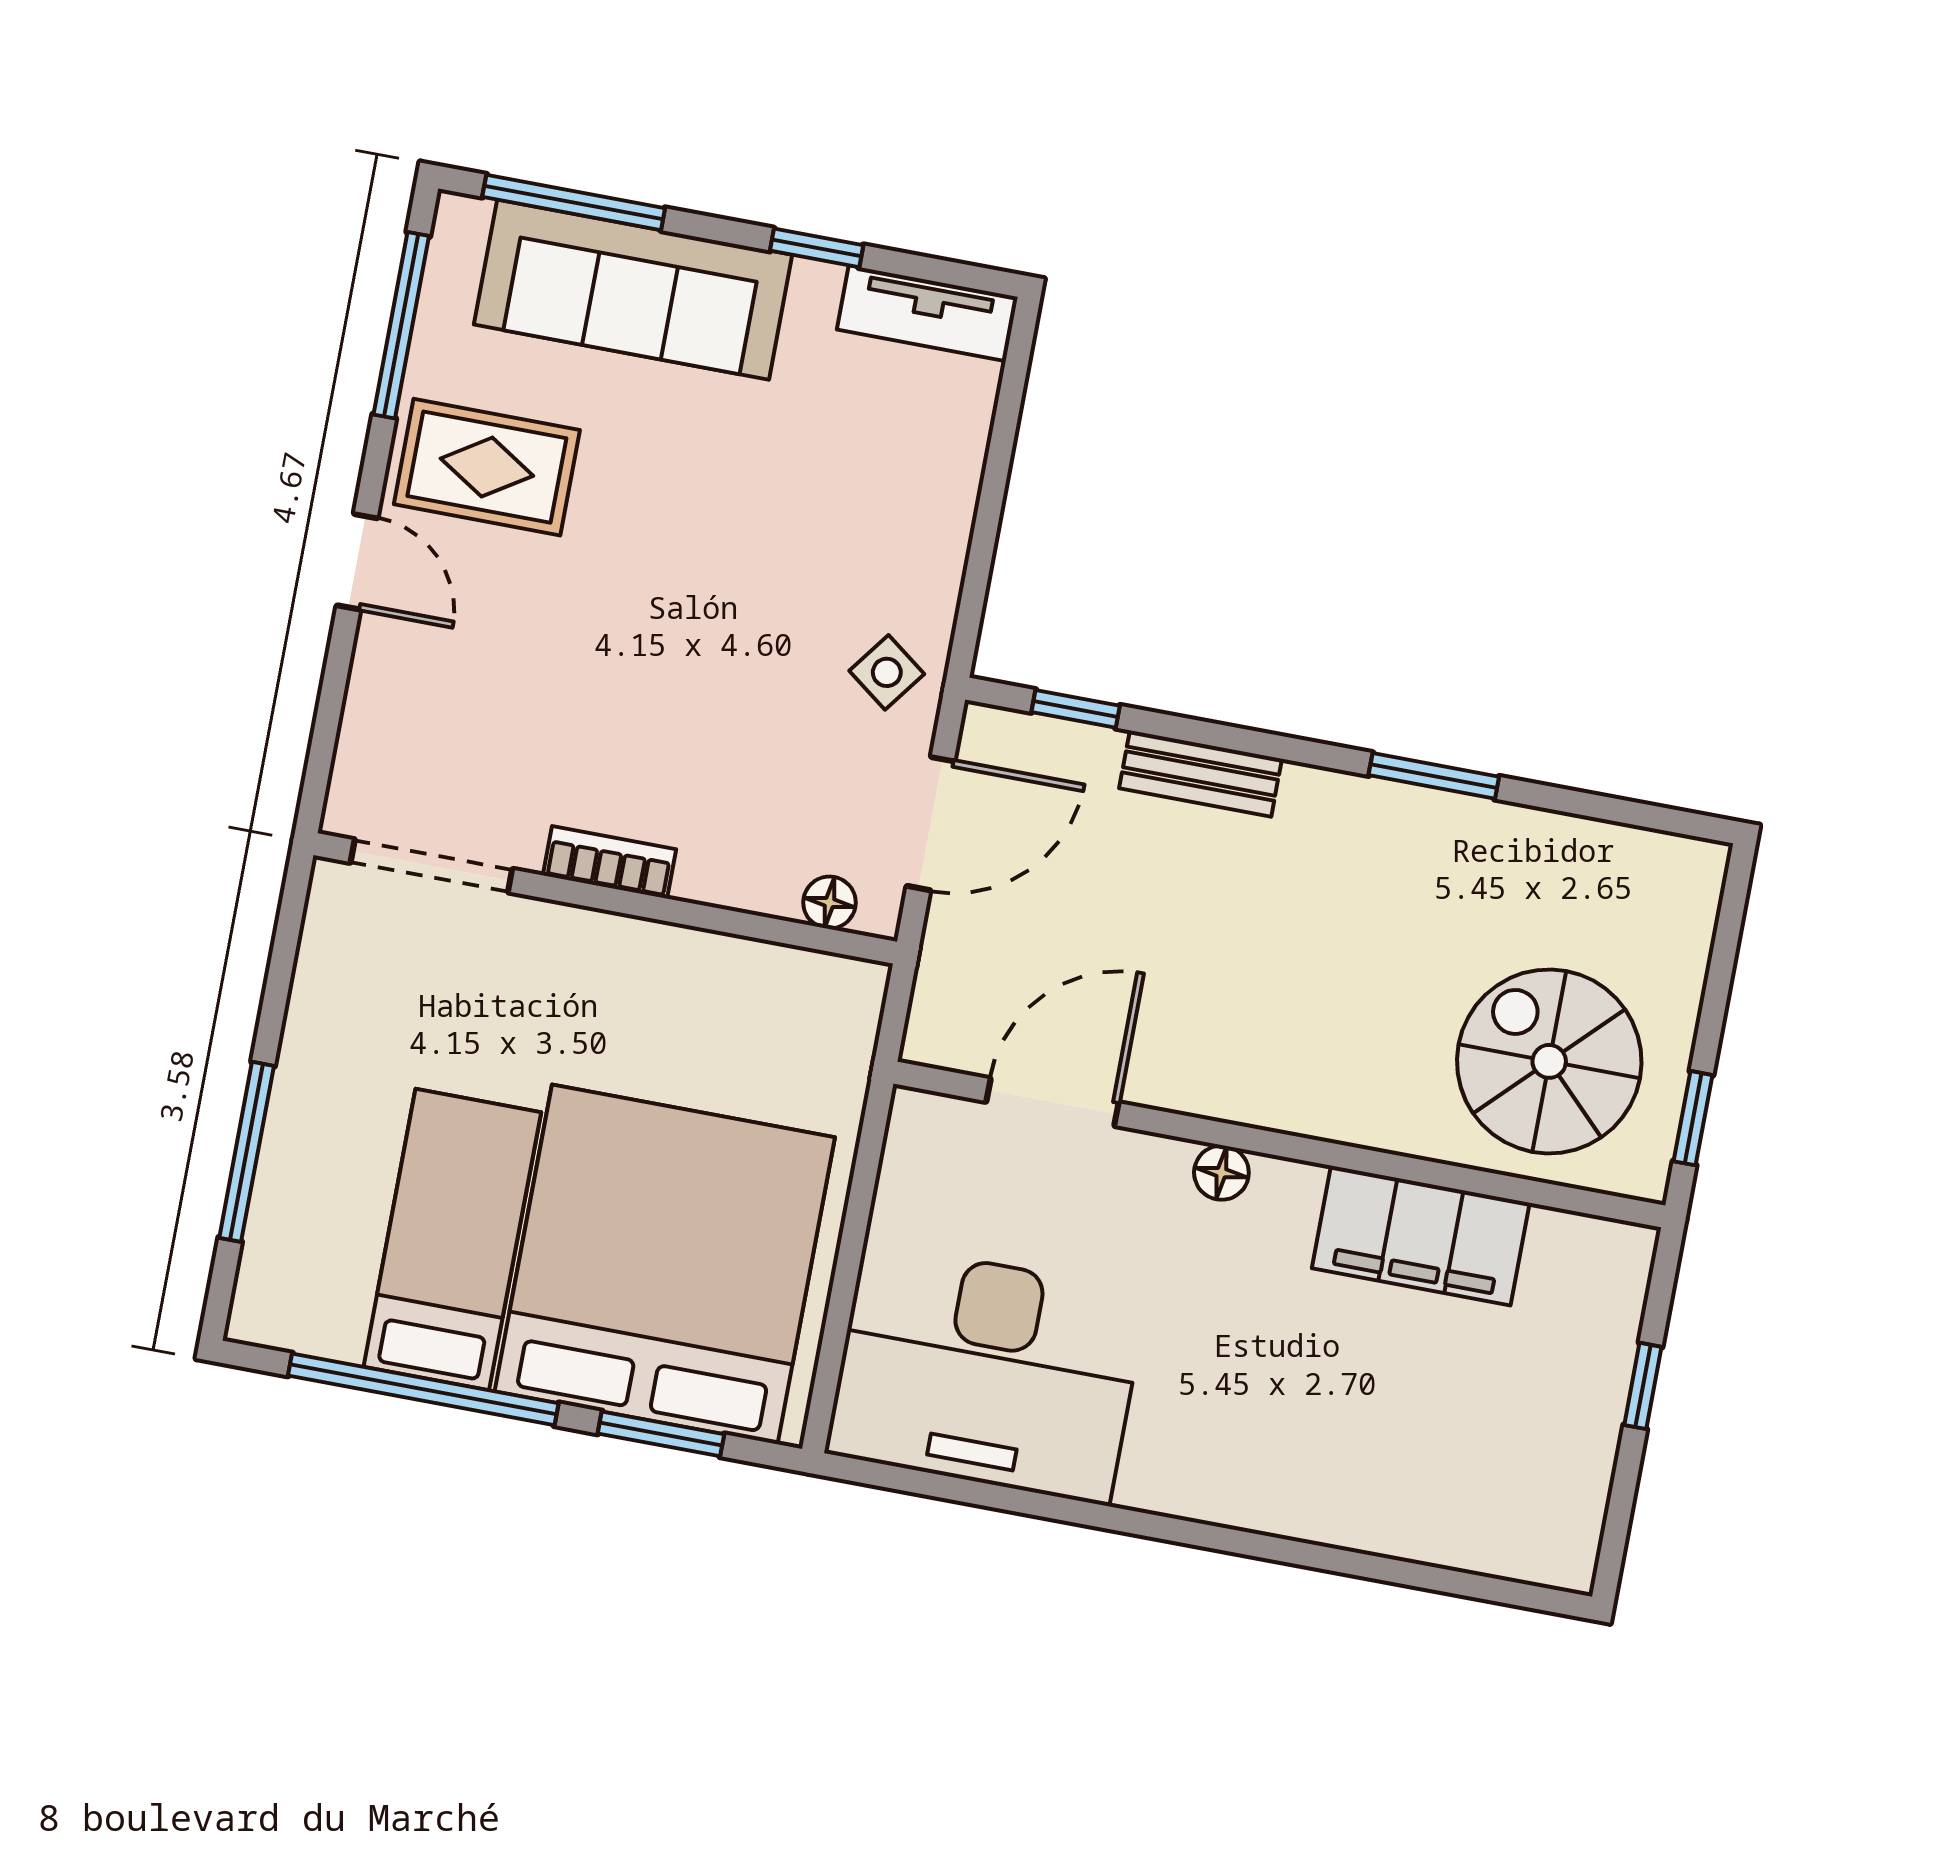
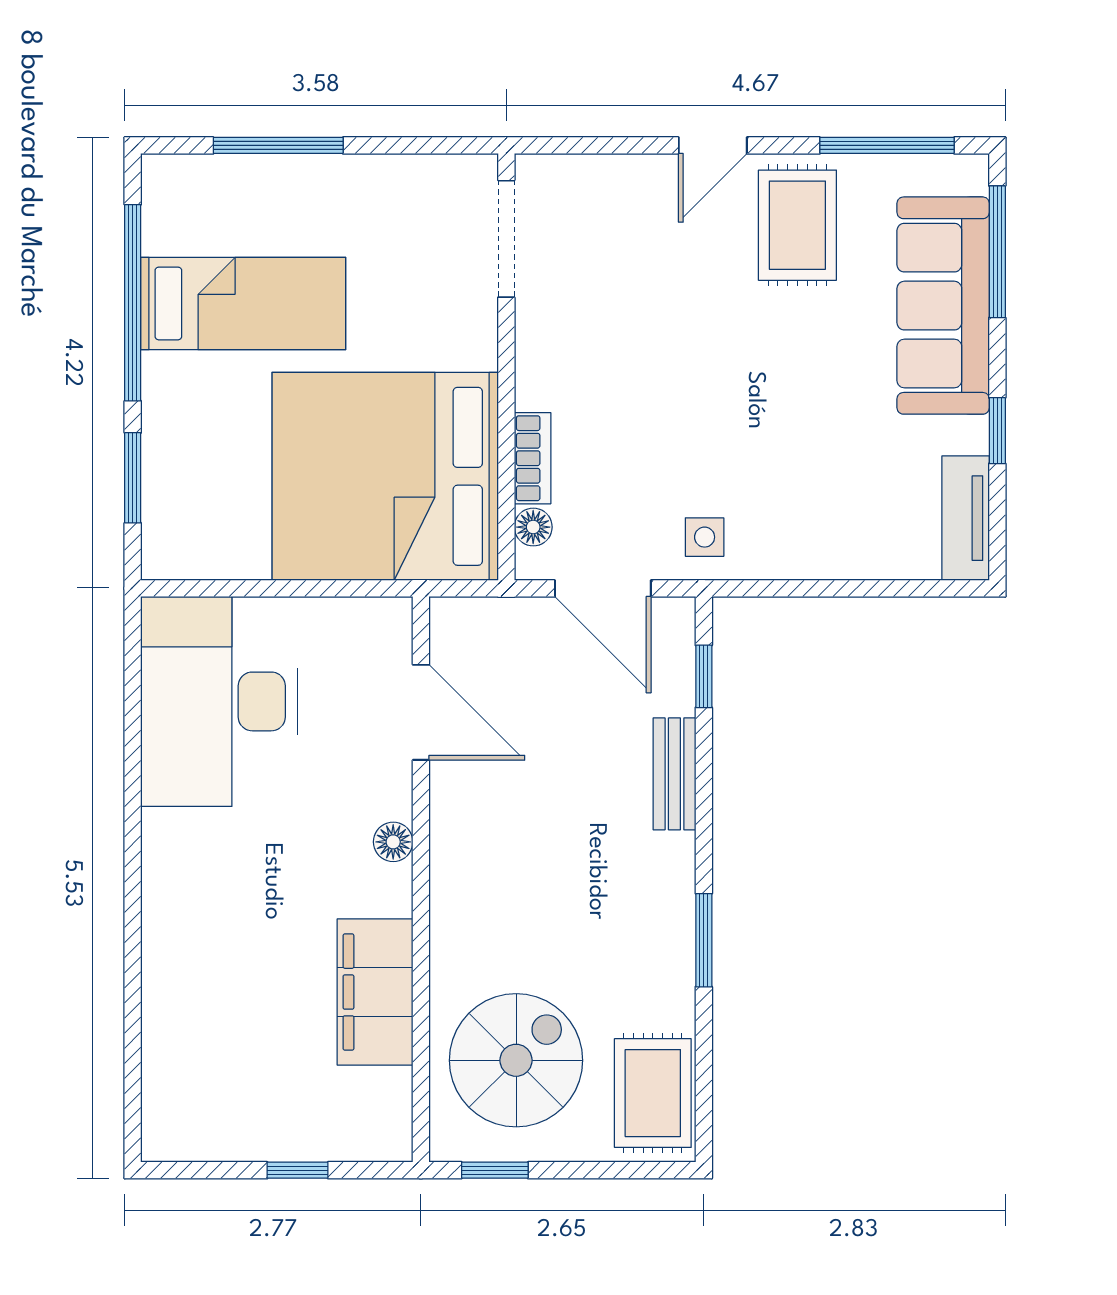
side table: (887, 672) -> (705, 537), turned -37
bookcase: (609, 862) -> (533, 458), moved
rug: (1629, 884) -> (653, 1093), added
bed: (665, 1264) -> (385, 476), moved, turned 180

